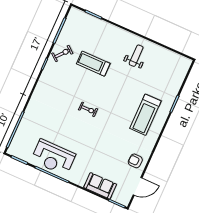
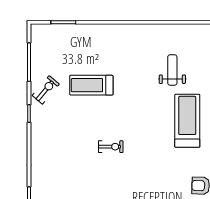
weight bench: (136, 56) -> (172, 70), moved
treadmill: (145, 115) -> (187, 121), turned 180

